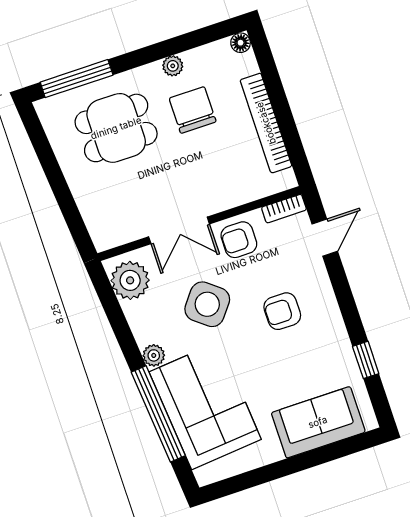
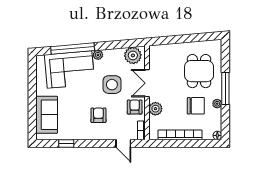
window: (77, 79) -> (225, 89), moved
plant: (227, 194) -> (155, 109), added
side table: (207, 304) -> (112, 85), turned -38

